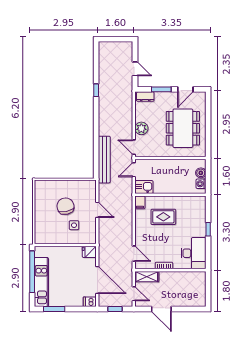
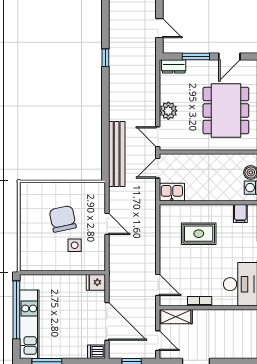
filing cabinet: (140, 202) -> (240, 213), moved

